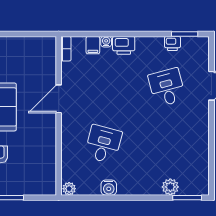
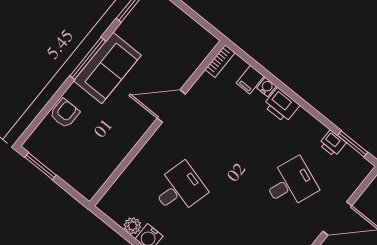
desk: (167, 87) -> (291, 183), turned 36
plant: (69, 189) -> (132, 226), moved

